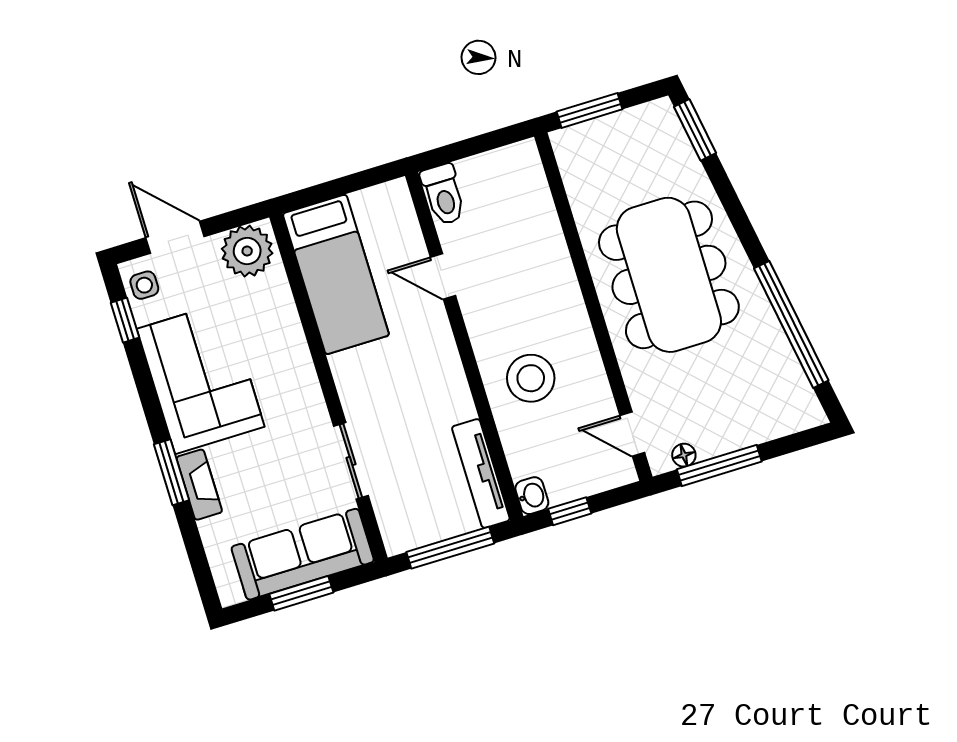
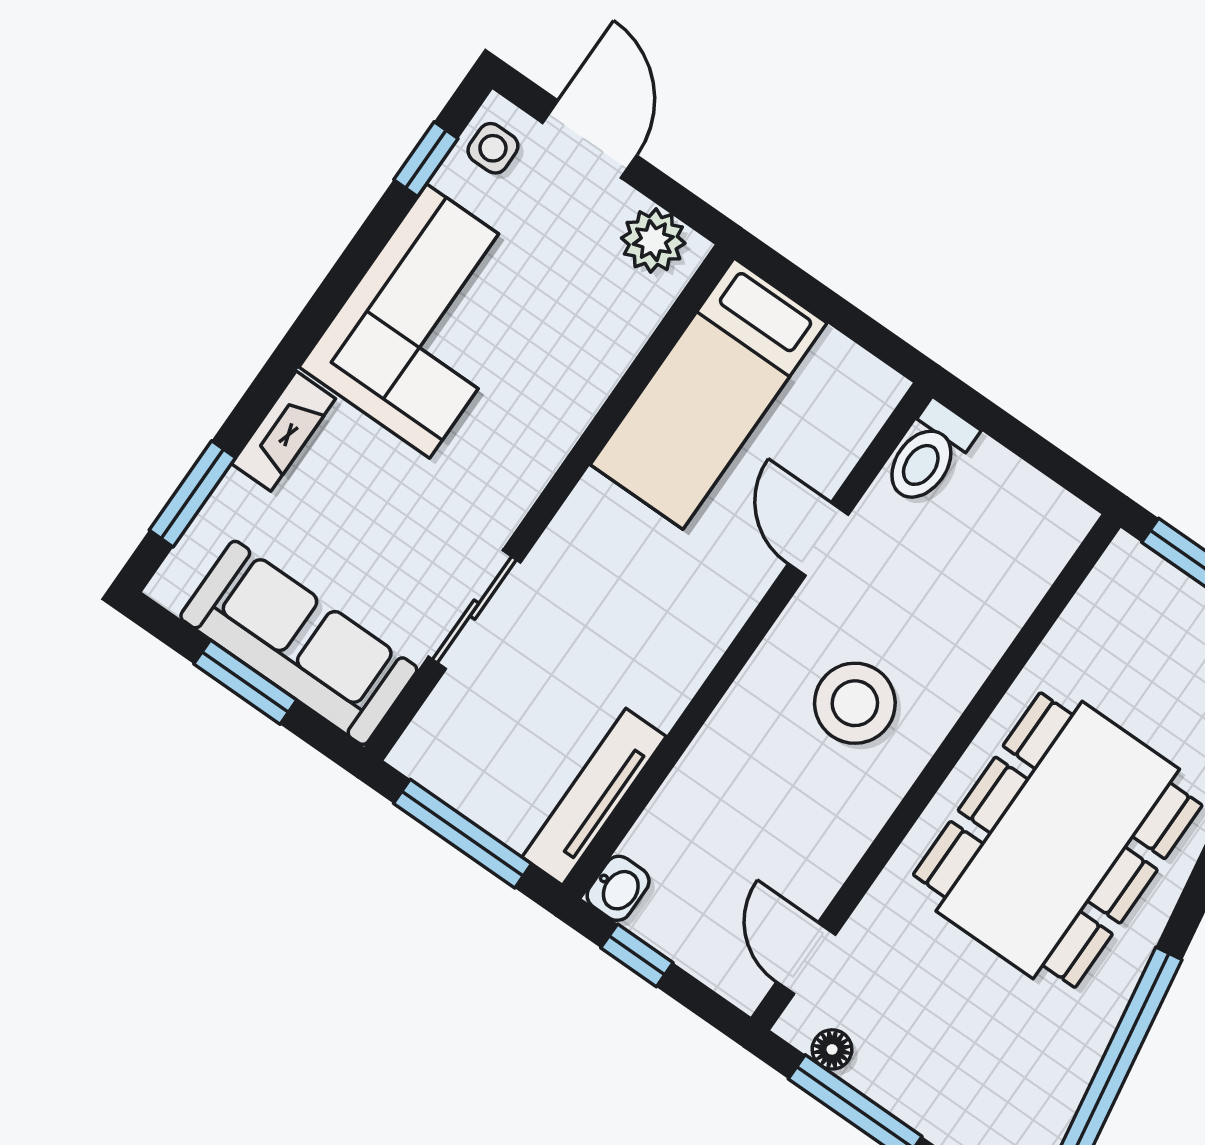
plant: (247, 251) -> (653, 241), width x0.73, depth x0.73
stool: (531, 378) -> (855, 703), moved
window: (172, 472) -> (192, 494), moved

